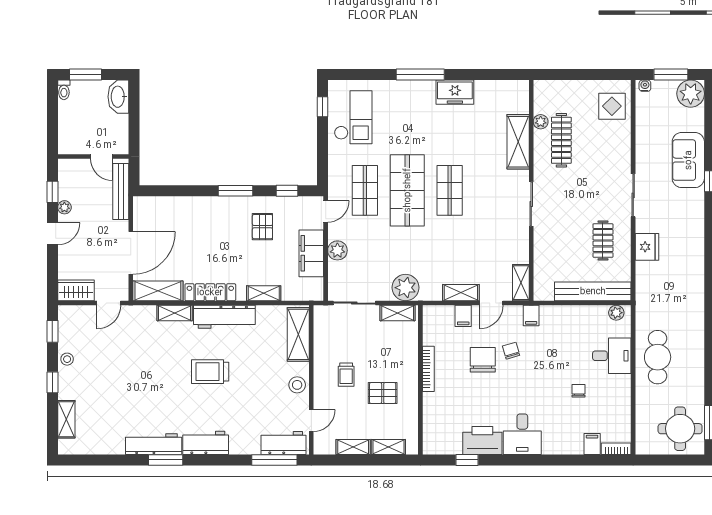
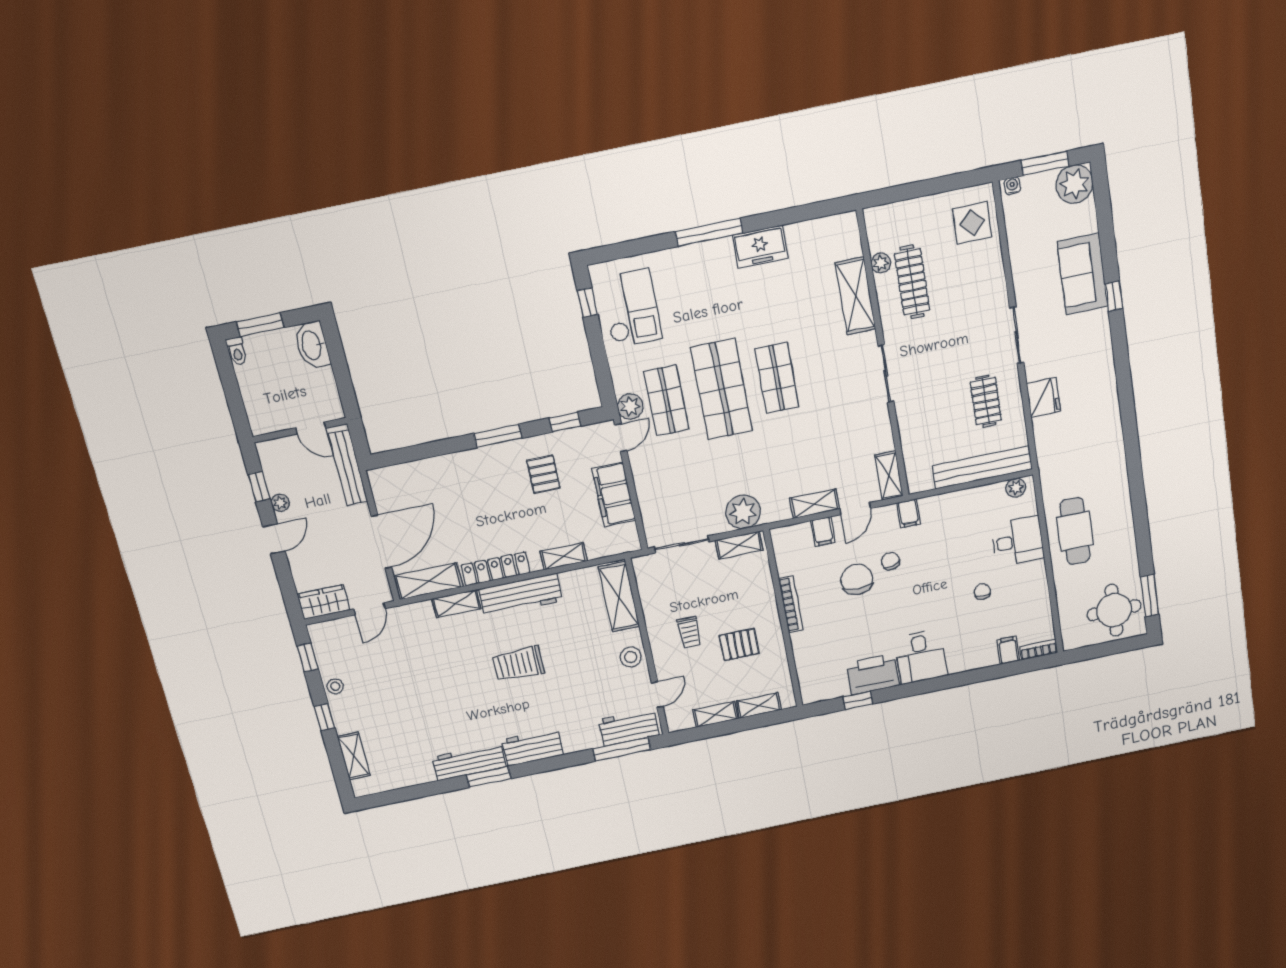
plant: (337, 250) -> (630, 406), moved

